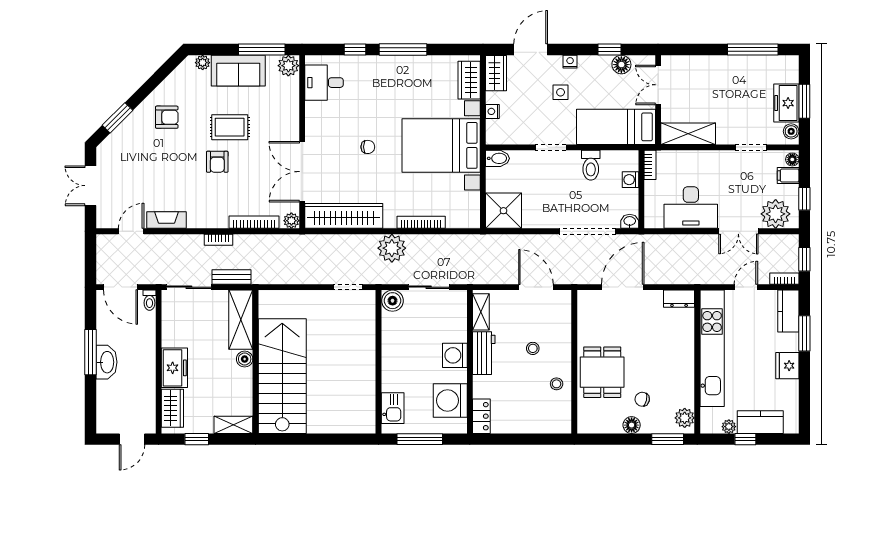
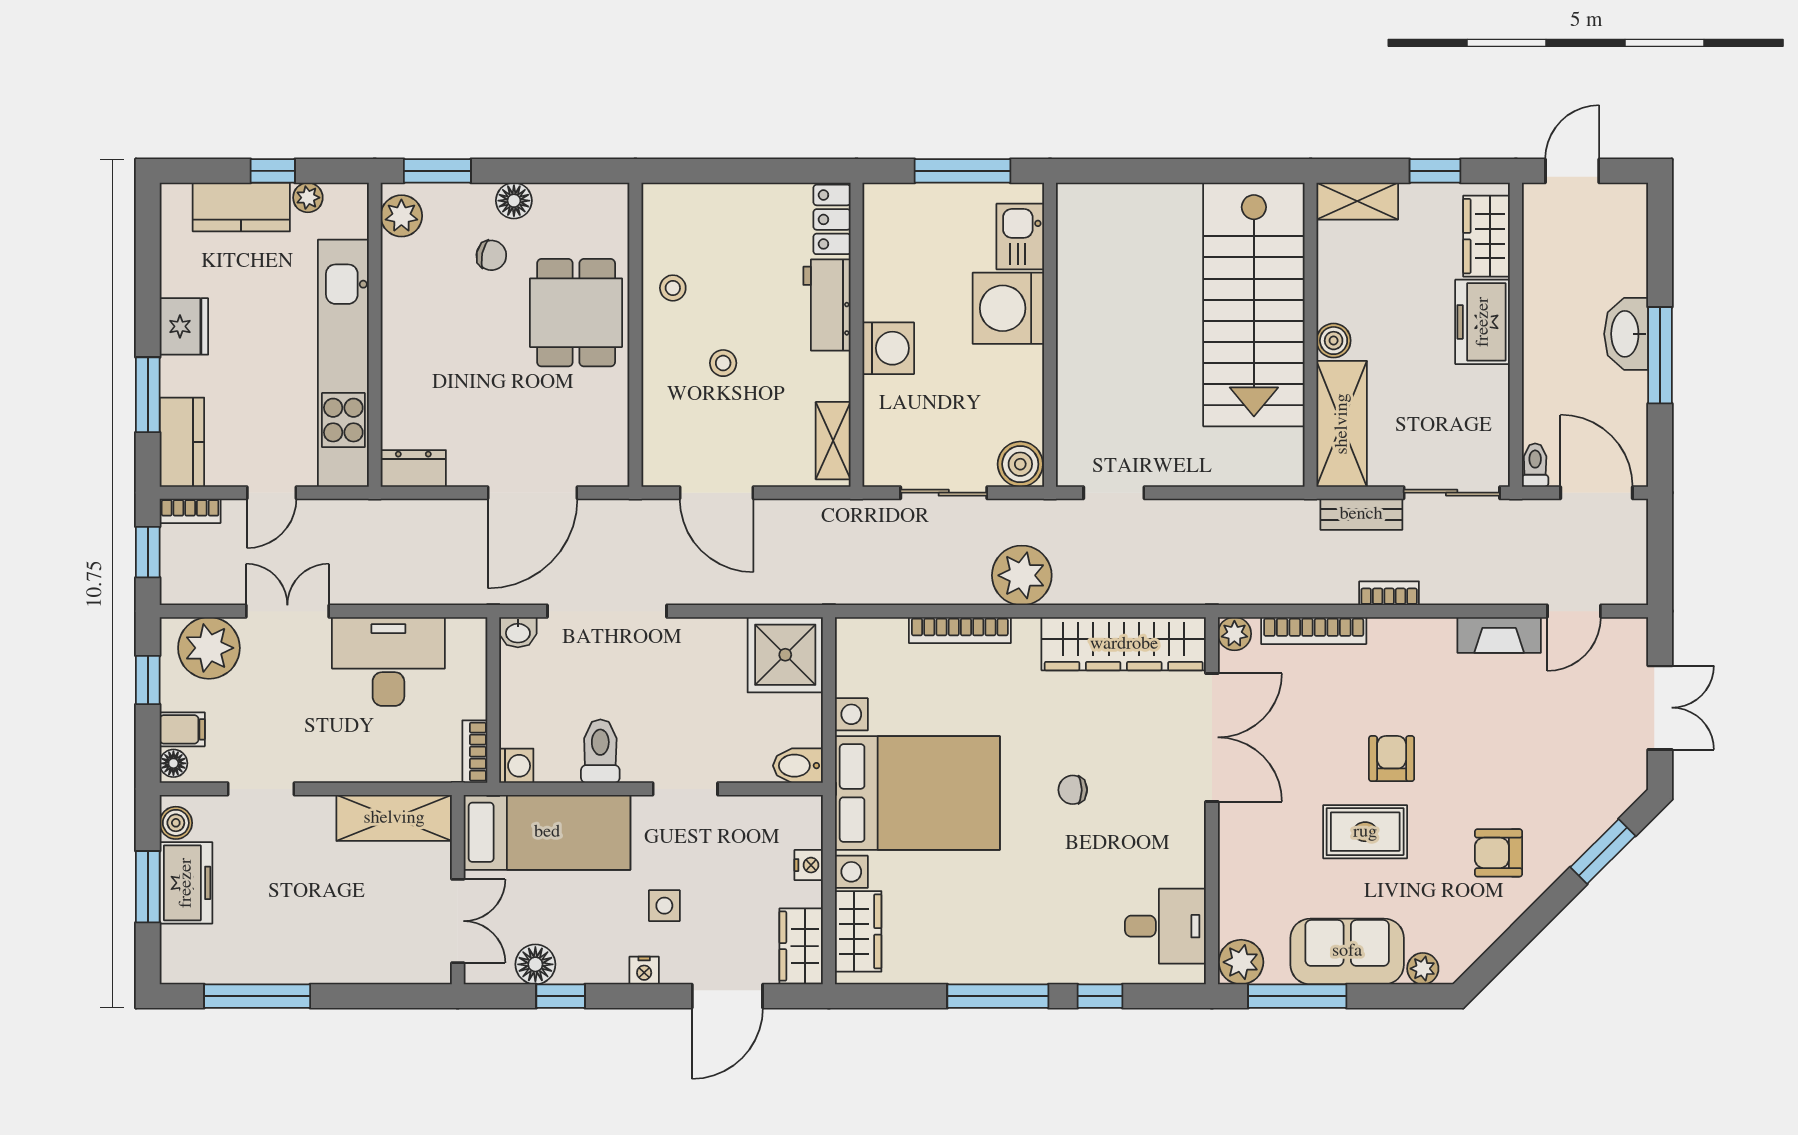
washing machine: (630, 180) -> (516, 766), moved
workbench: (484, 353) -> (827, 305), moved
washing machine: (450, 401) -> (1008, 308), moved, turned 180

